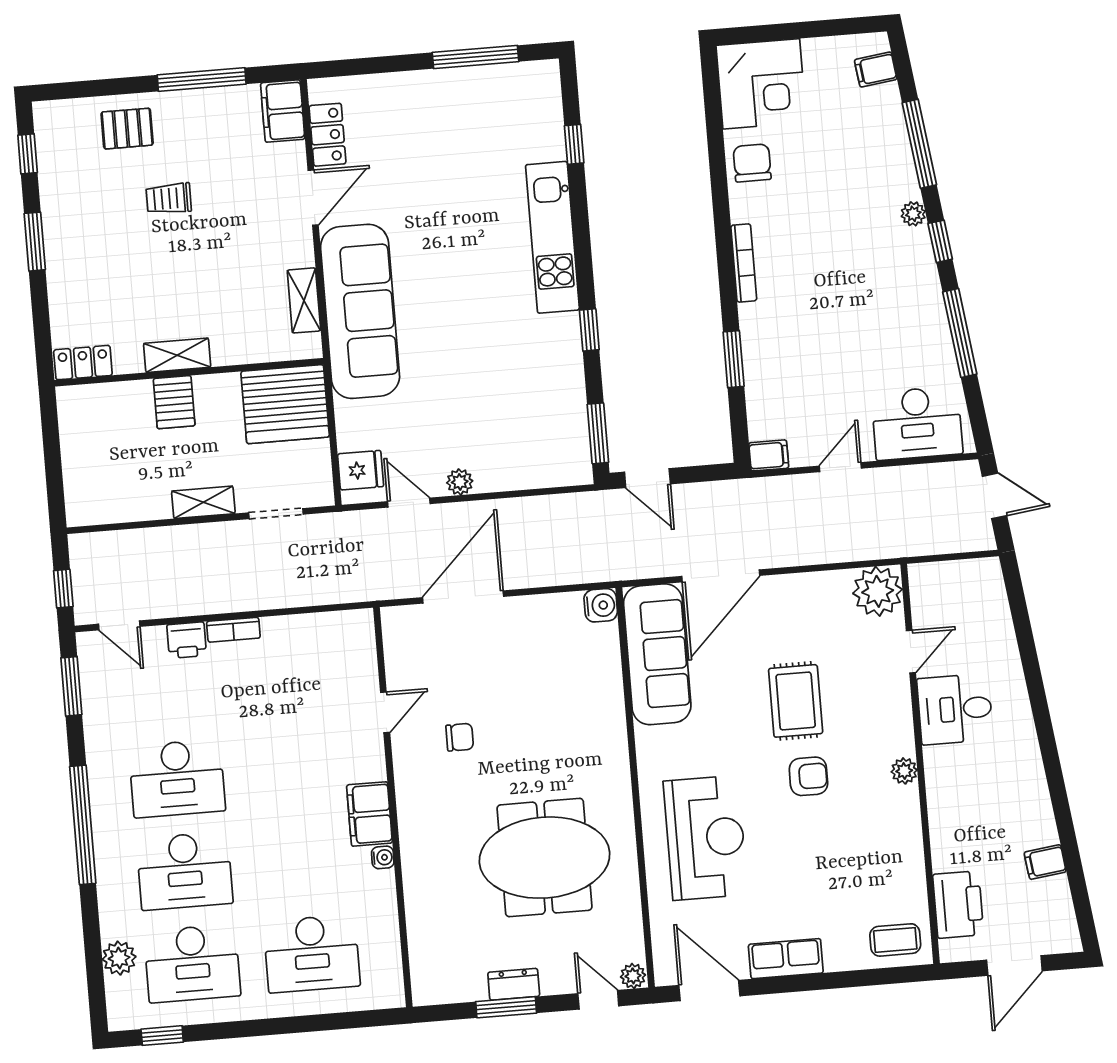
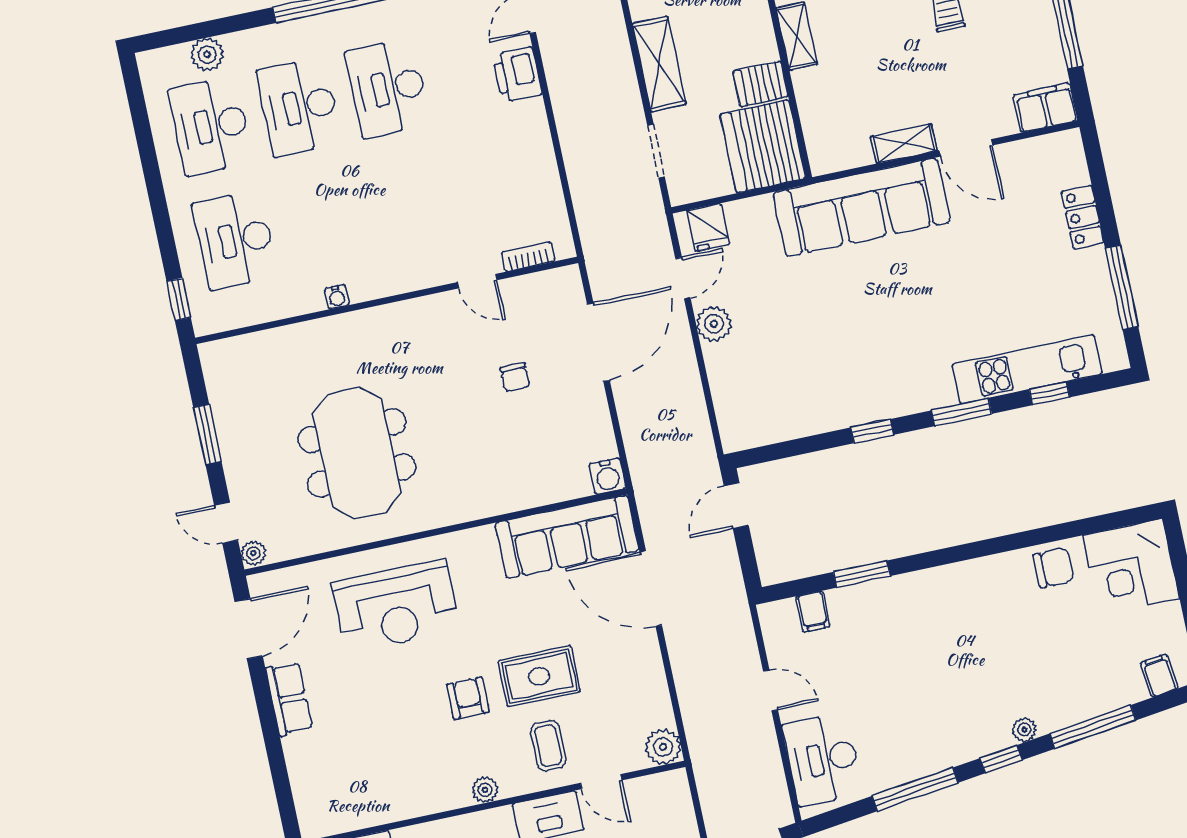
locker: (327, 135) -> (1082, 217), moved, turned 90
kitchen unit: (552, 237) -> (1027, 369), moved
bookcase: (744, 263) -> (956, 572), removed
shelving: (304, 300) -> (904, 143), moved
server rack: (174, 402) -> (761, 84), moved
window: (598, 433) -> (961, 412), moved
filing cabinet: (769, 455) -> (813, 611), moved
plant: (460, 482) -> (714, 324), width x1.38, depth x1.38
shelving: (203, 502) -> (659, 64), width x1.50, depth x1.33
plant: (878, 591) -> (663, 747), width x0.73, depth x0.73
door: (463, 597) -> (598, 342), hinge flipped
bookcase: (233, 630) -> (528, 257), moved, turned 90
printer: (187, 640) -> (517, 75), width x1.36, depth x1.24
chair: (460, 737) -> (515, 377), moved
armchair: (808, 776) -> (468, 698), turned 180
filing cabinet: (369, 814) -> (377, 279), removed
coffee table: (895, 940) -> (548, 746), moved
dresser: (514, 984) -> (231, 439), removed
door: (598, 1000) -> (226, 523), swing flipped
window: (162, 1036) -> (179, 299), moved

